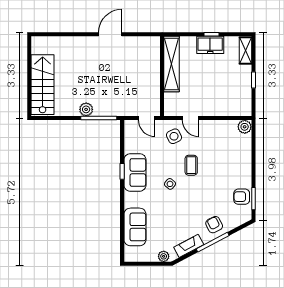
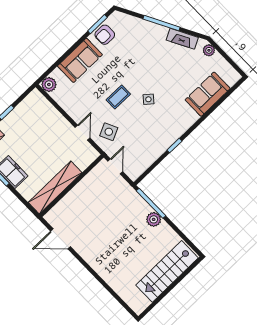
door: (110, 34) -> (61, 239), moved
sofa: (135, 172) -> (80, 60), moved, turned 180
armchair: (242, 197) -> (105, 35), turned 90
armchair: (214, 225) -> (147, 35), removed

